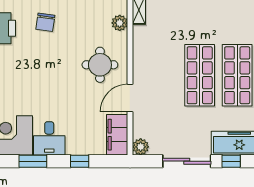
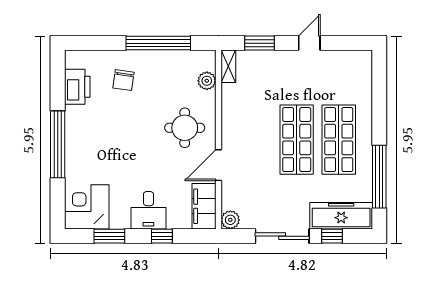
desk: (49, 138) -> (148, 210), moved

